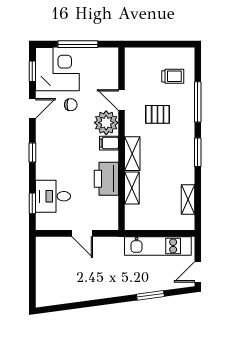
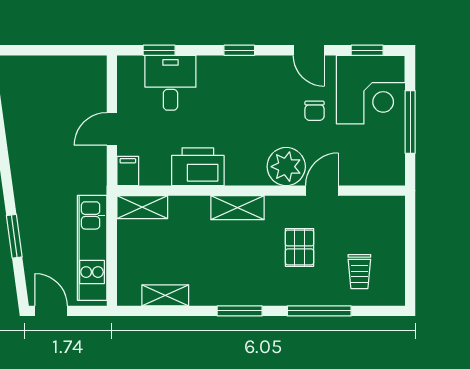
filing cabinet: (109, 143) -> (128, 171), moved
shelving: (132, 188) -> (142, 207), moved

